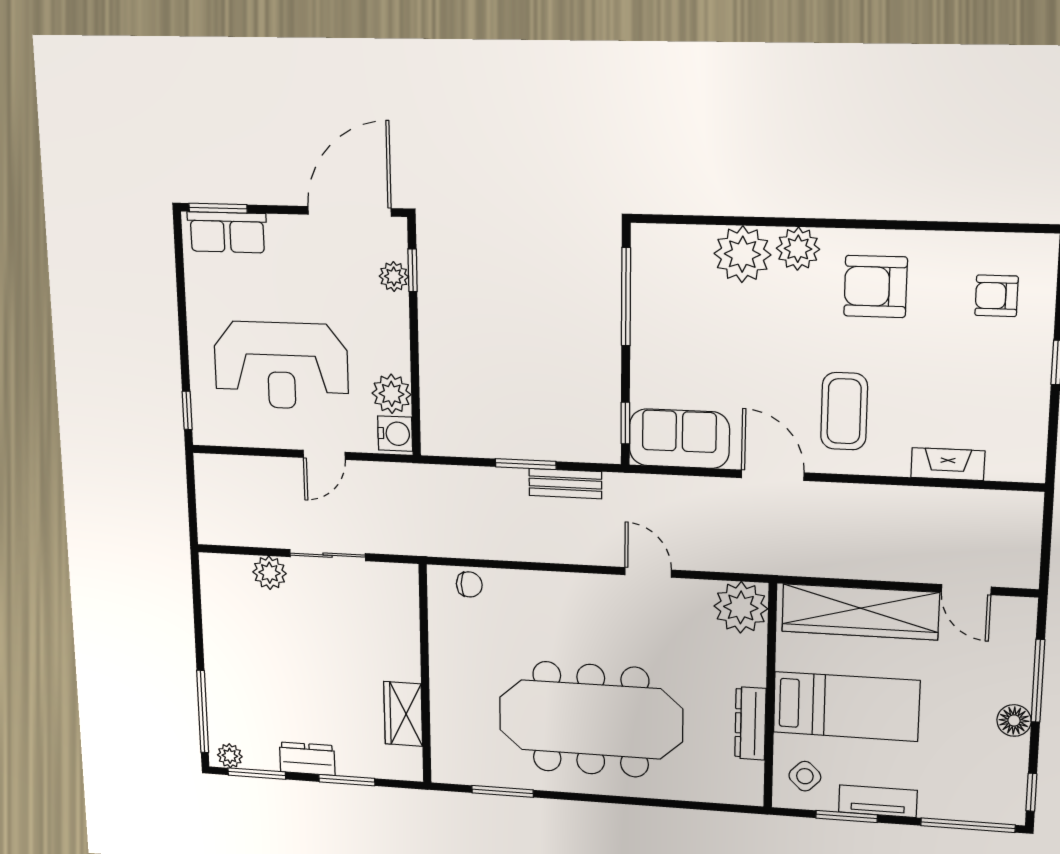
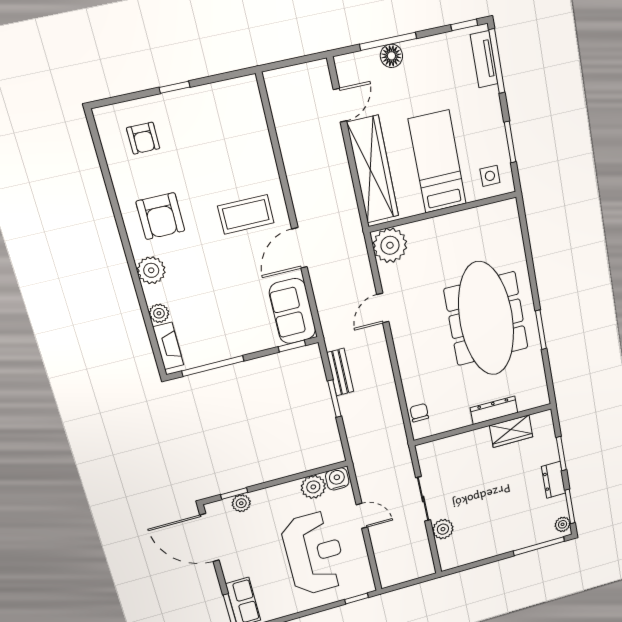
plant: (742, 254) -> (159, 313), width x0.53, depth x0.53
fireplace: (948, 464) -> (168, 346), moved, turned 180
floor lamp: (1014, 720) -> (391, 56), moved
dresser: (750, 723) -> (494, 410), moved, turned 180
side table: (805, 776) -> (490, 176), turned 45
window: (503, 791) -> (541, 330), moved
tv unit: (878, 801) -> (484, 59), moved

